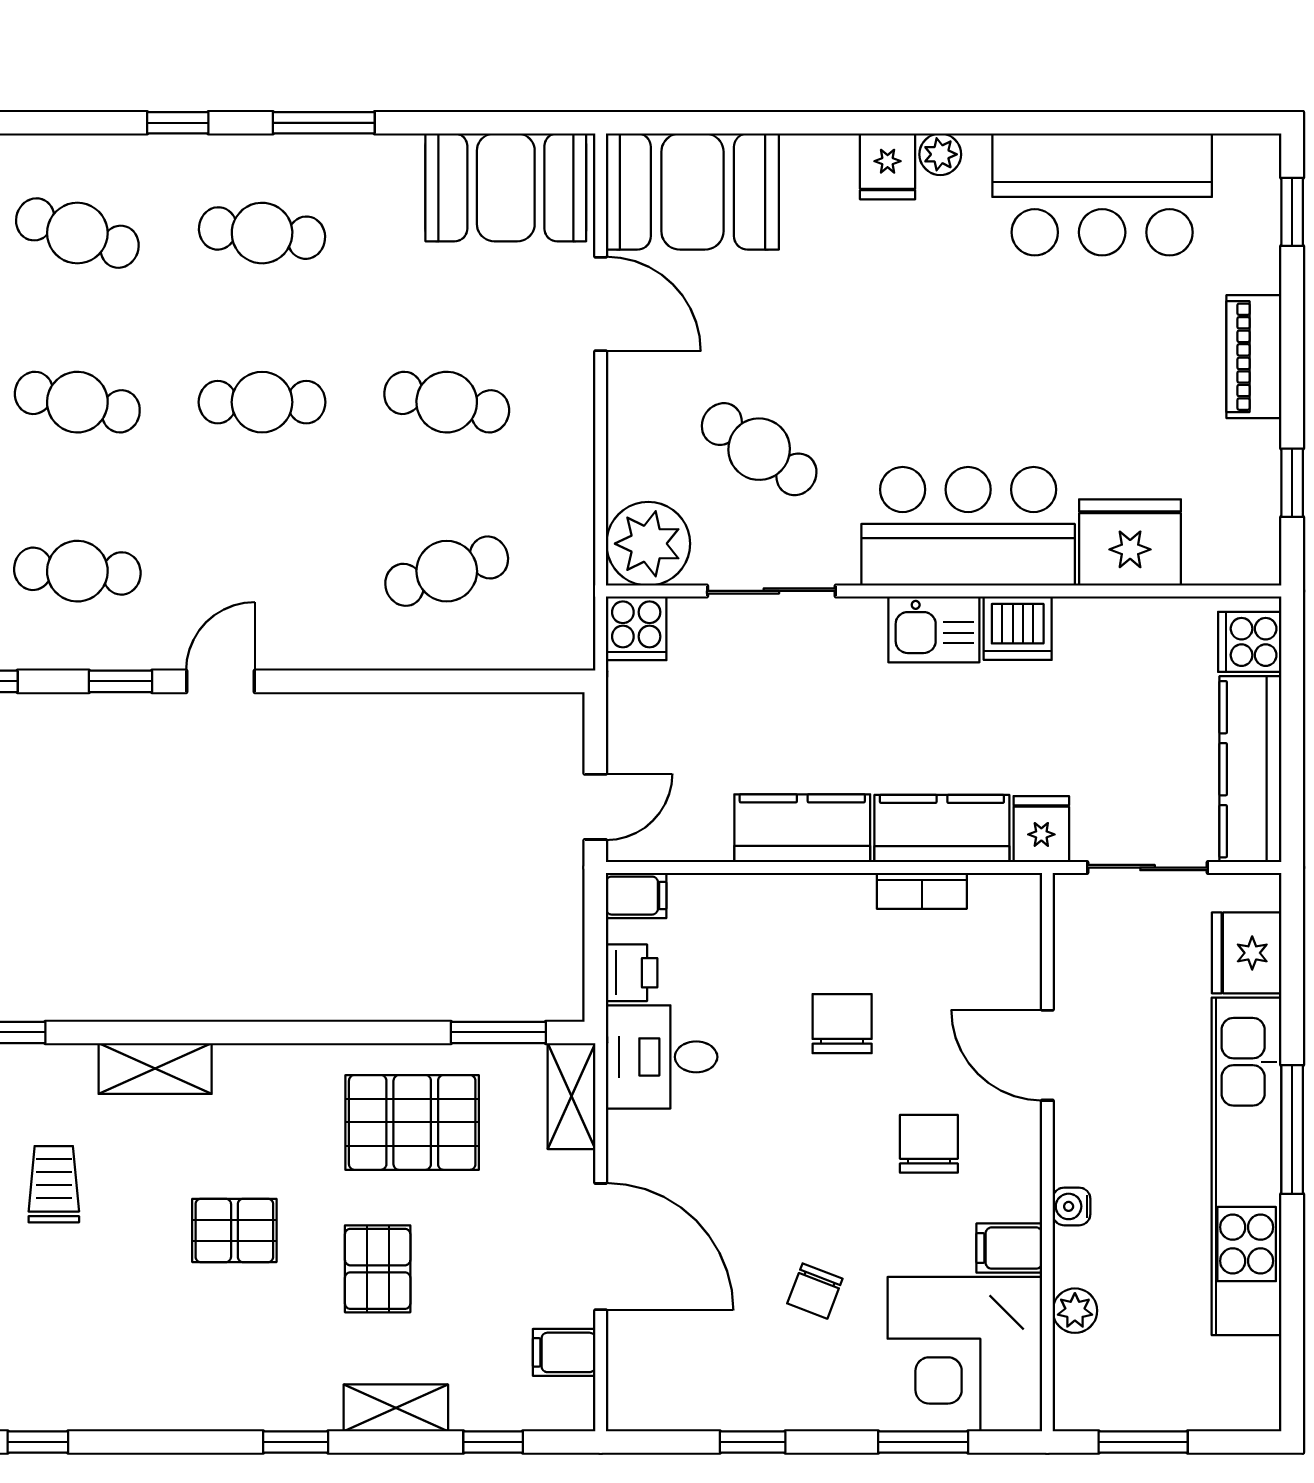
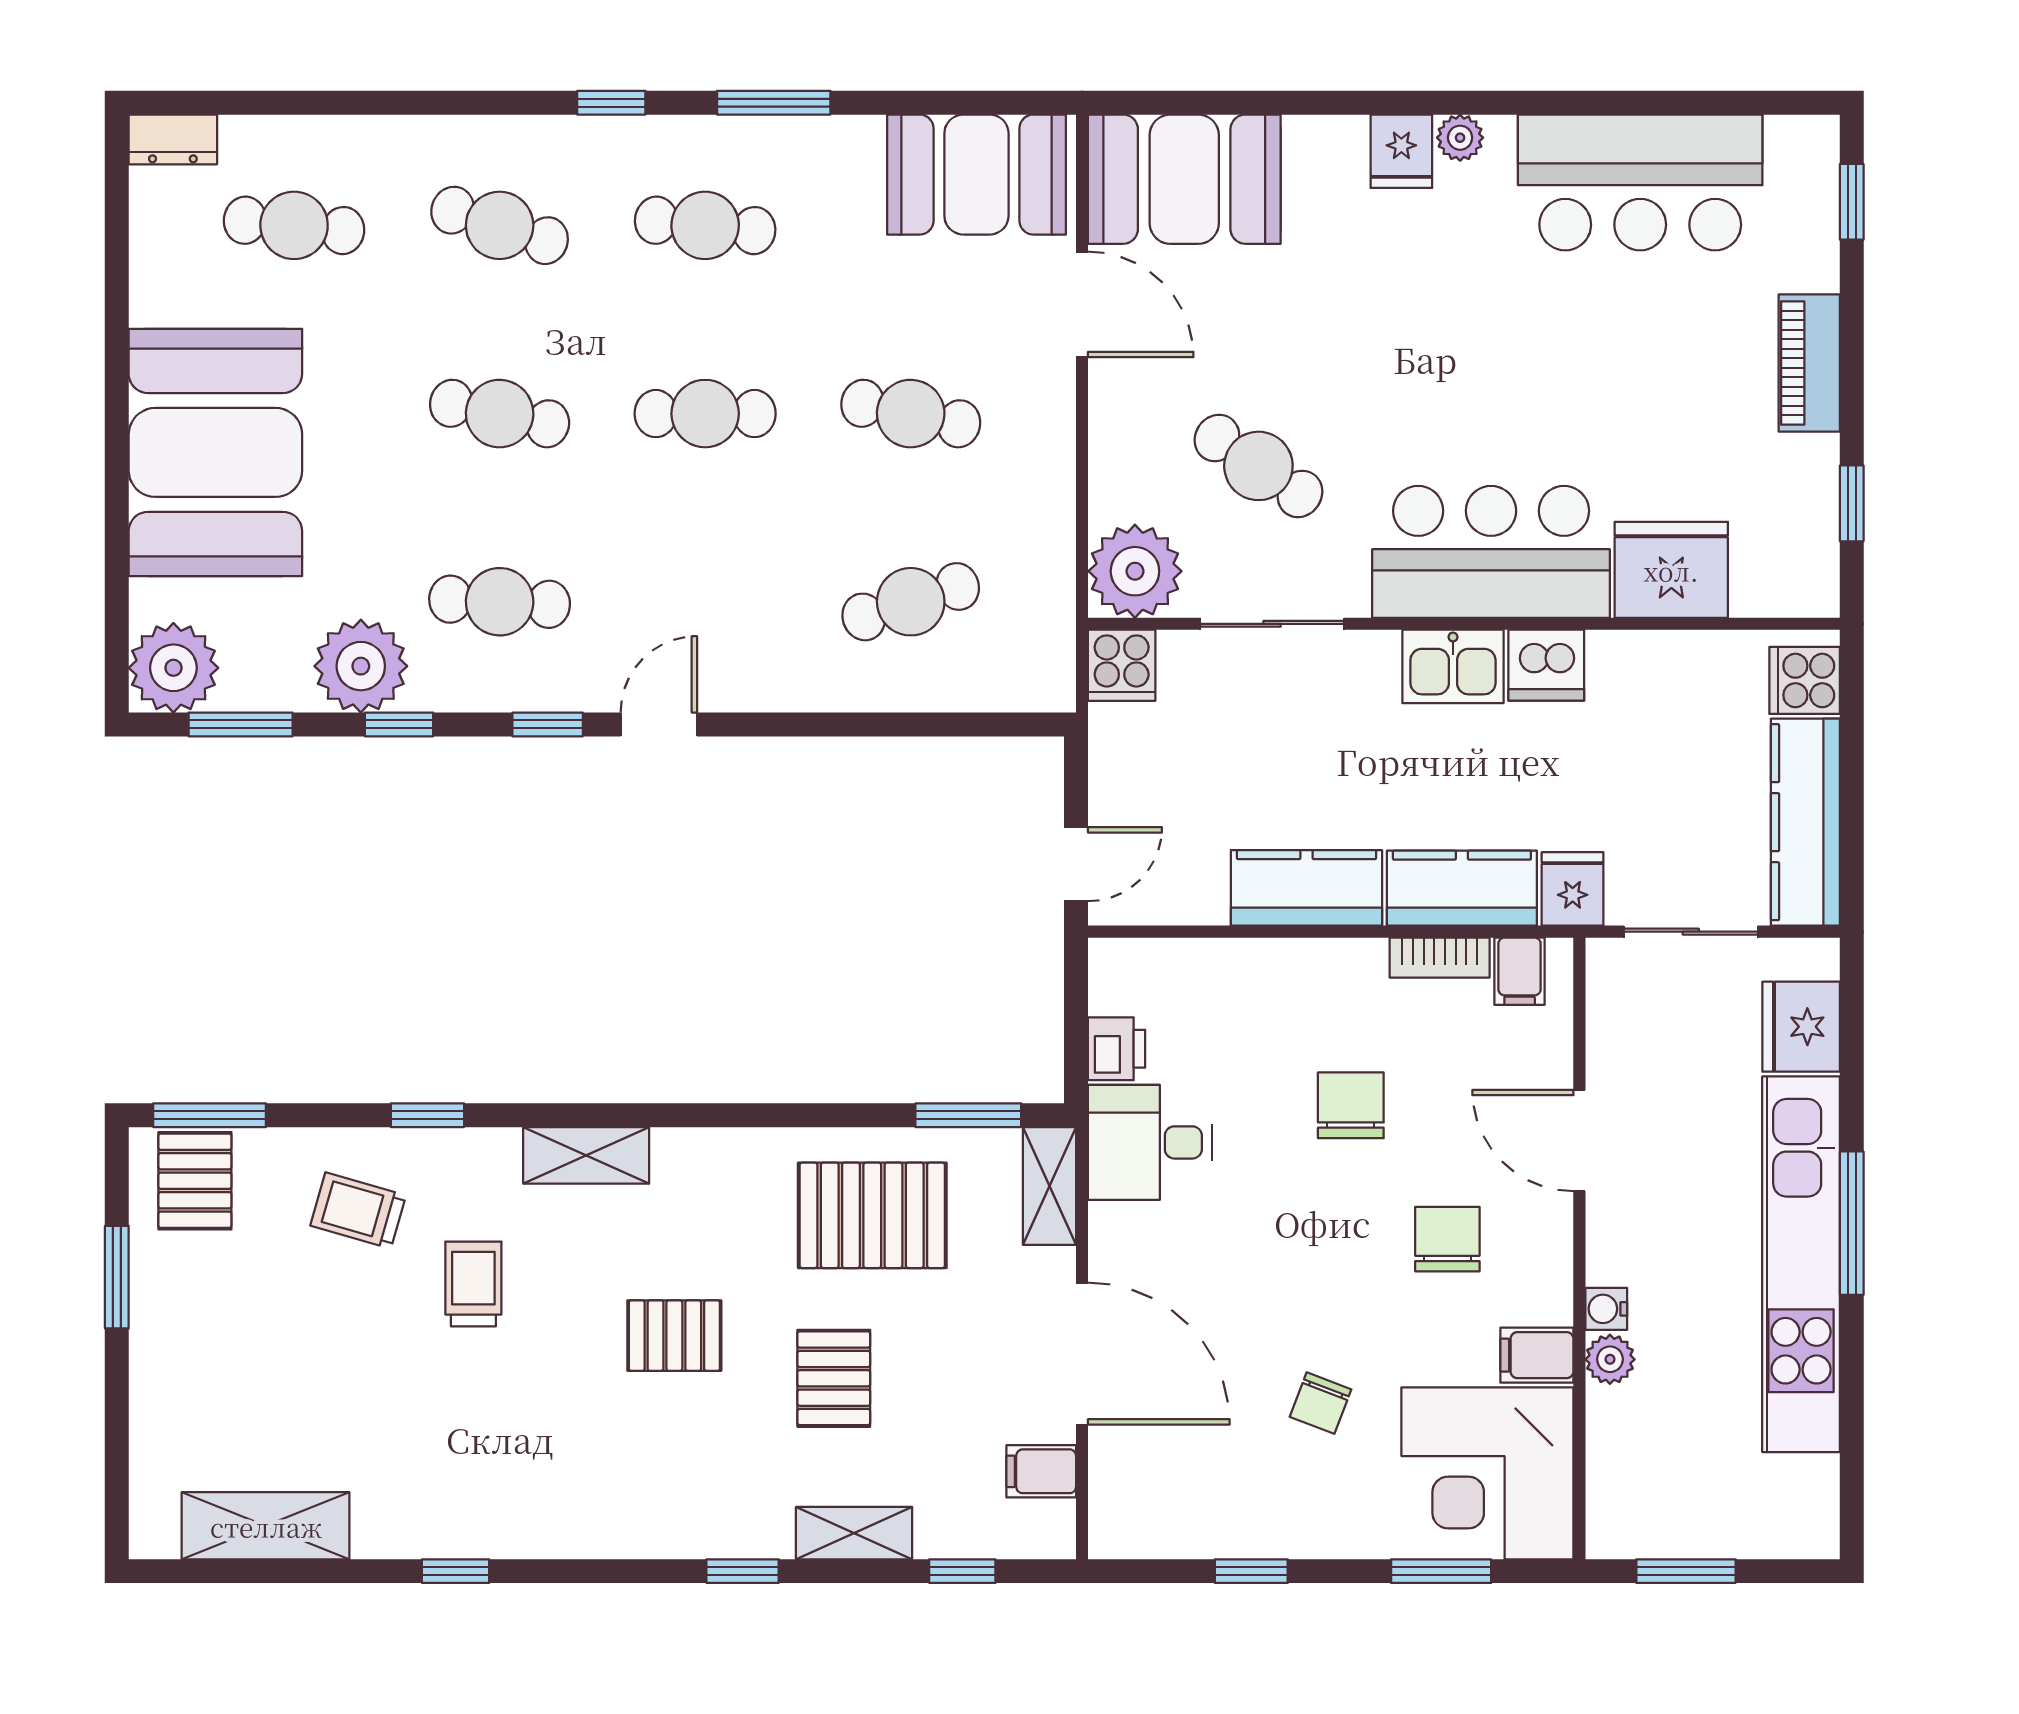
filing cabinet: (636, 896) -> (1520, 971), moved, turned 90
plant: (1075, 1311) -> (1610, 1359), moved

